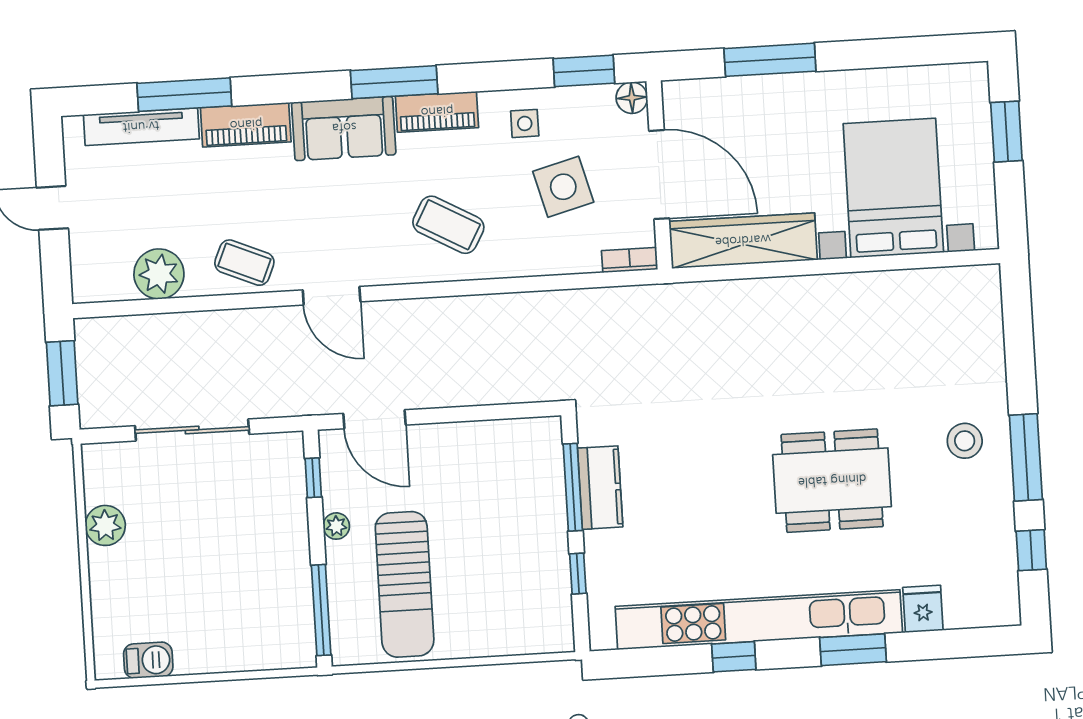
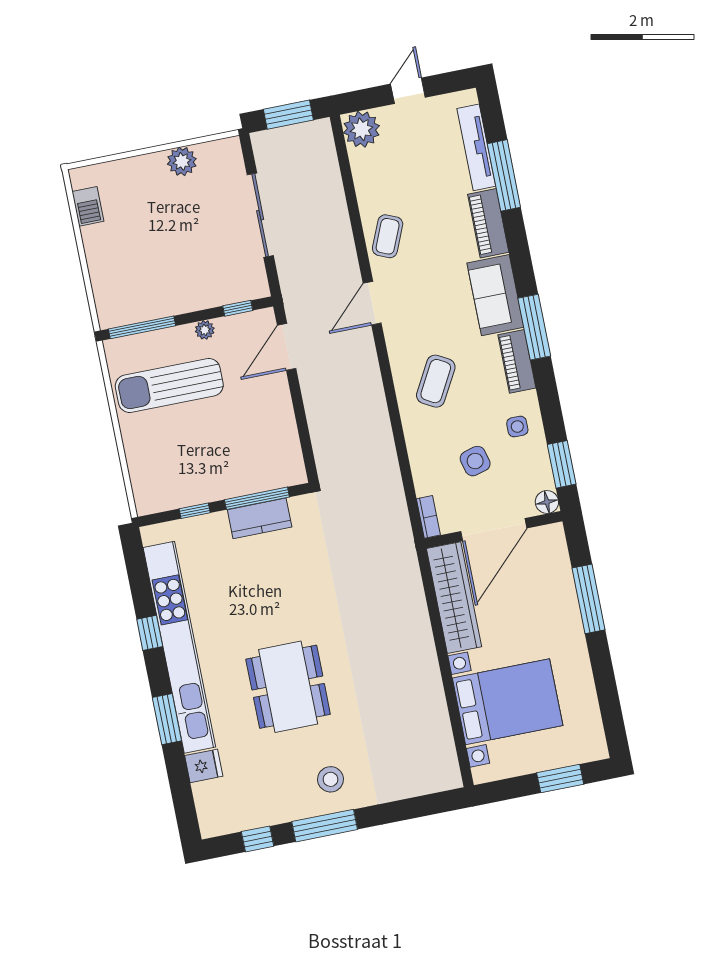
side table: (563, 187) -> (475, 461), width x0.73, depth x0.73
plant: (159, 274) -> (361, 129), moved

